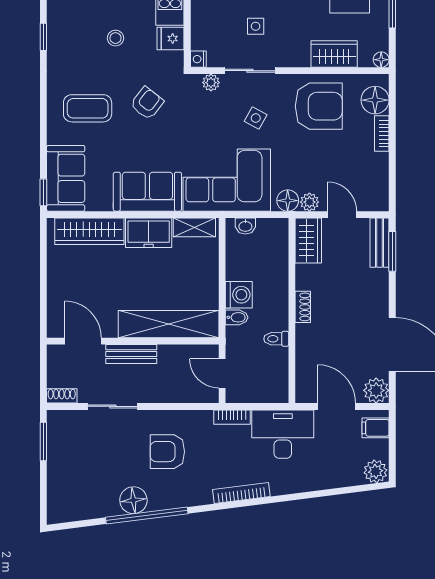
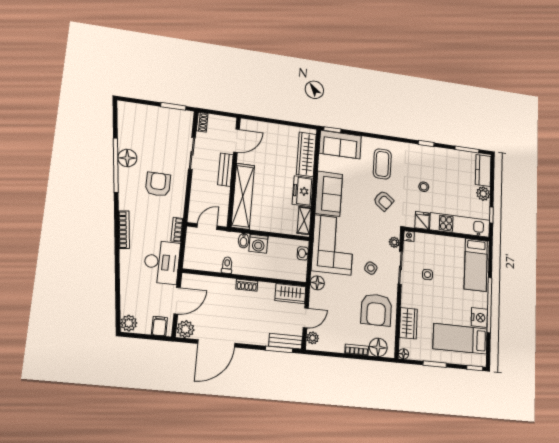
plant: (309, 202) -> (313, 338), moved

